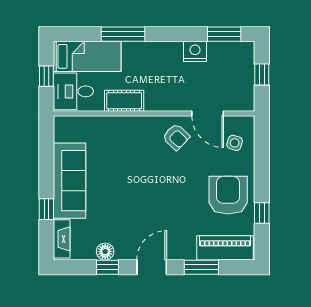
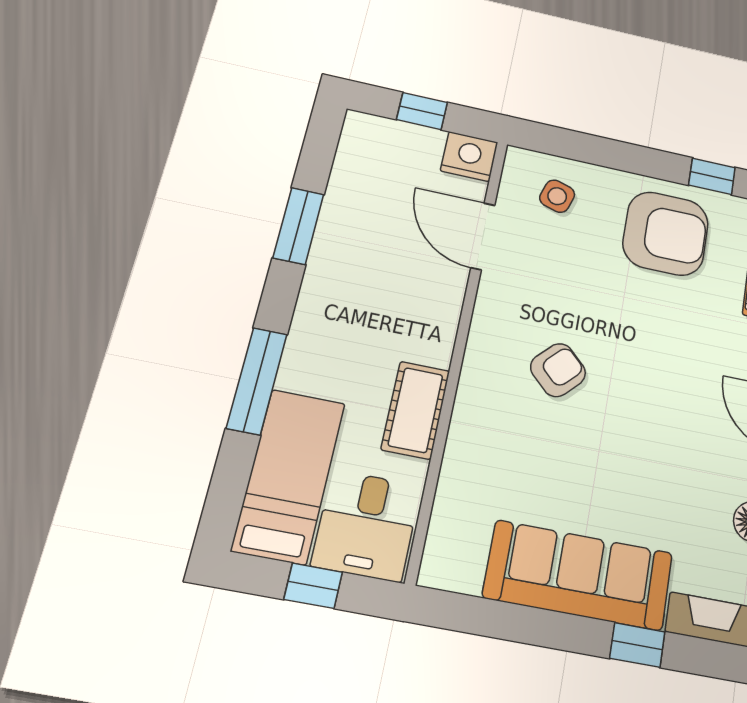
window: (224, 34) -> (298, 226), moved
nightstand: (195, 51) -> (469, 157), moved, turned 90
door: (208, 113) -> (483, 236), swing flipped
armchair: (176, 137) -> (558, 370), moved
armchair: (228, 195) -> (666, 233), turned 180

